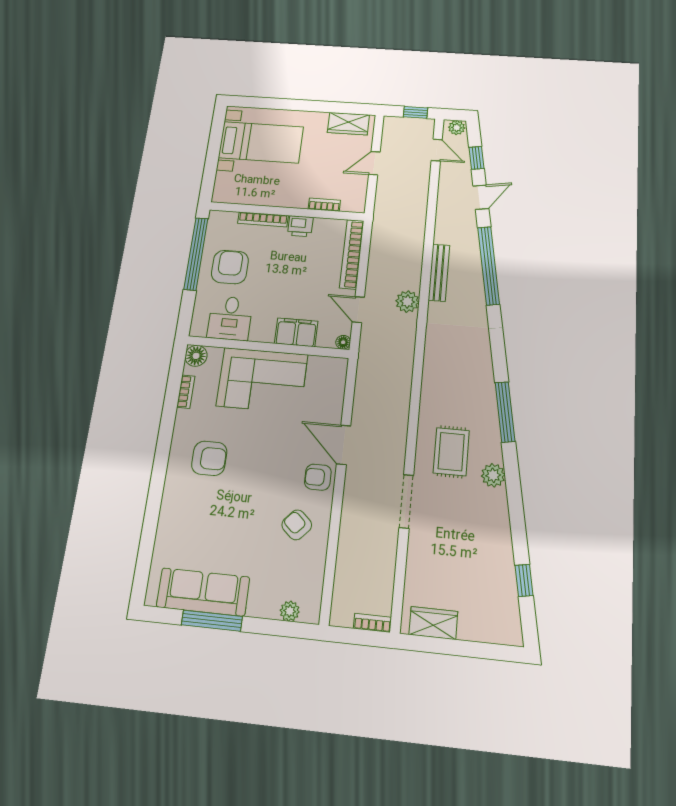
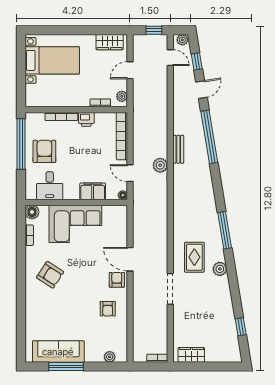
plant: (358, 198) -> (122, 96), added
bench: (439, 273) -> (178, 149), width x0.73
armchair: (209, 458) -> (50, 275), turned 33
armchair: (318, 477) -> (117, 280), turned 90
armchair: (297, 525) -> (108, 309), turned -132

